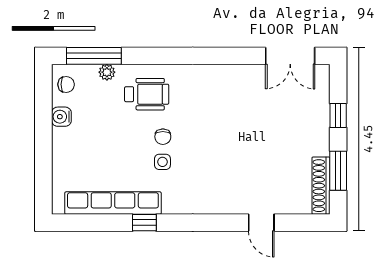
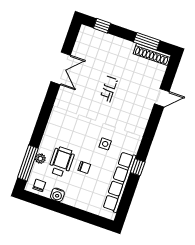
double door: (290, 56) -> (61, 68), moved
wheelchair: (147, 94) -> (61, 162), moved
window: (338, 116) -> (102, 26), moved
chair: (163, 137) -> (84, 167), moved

